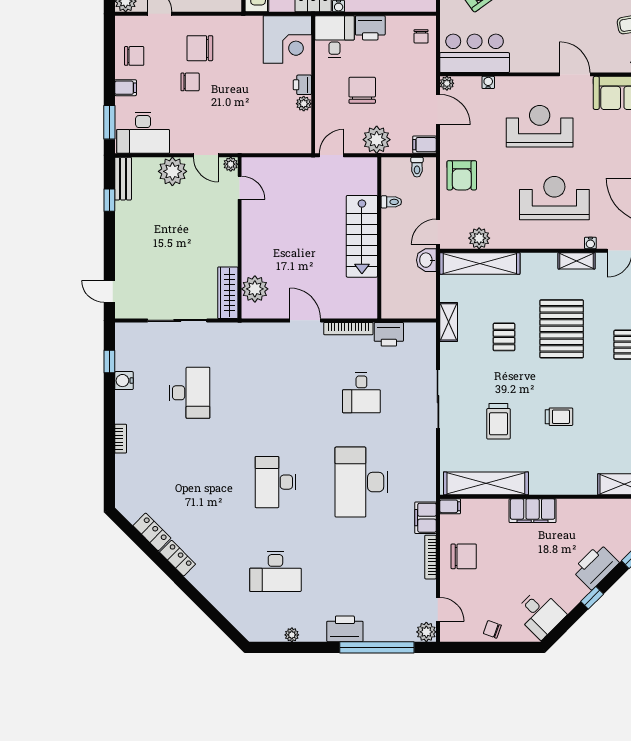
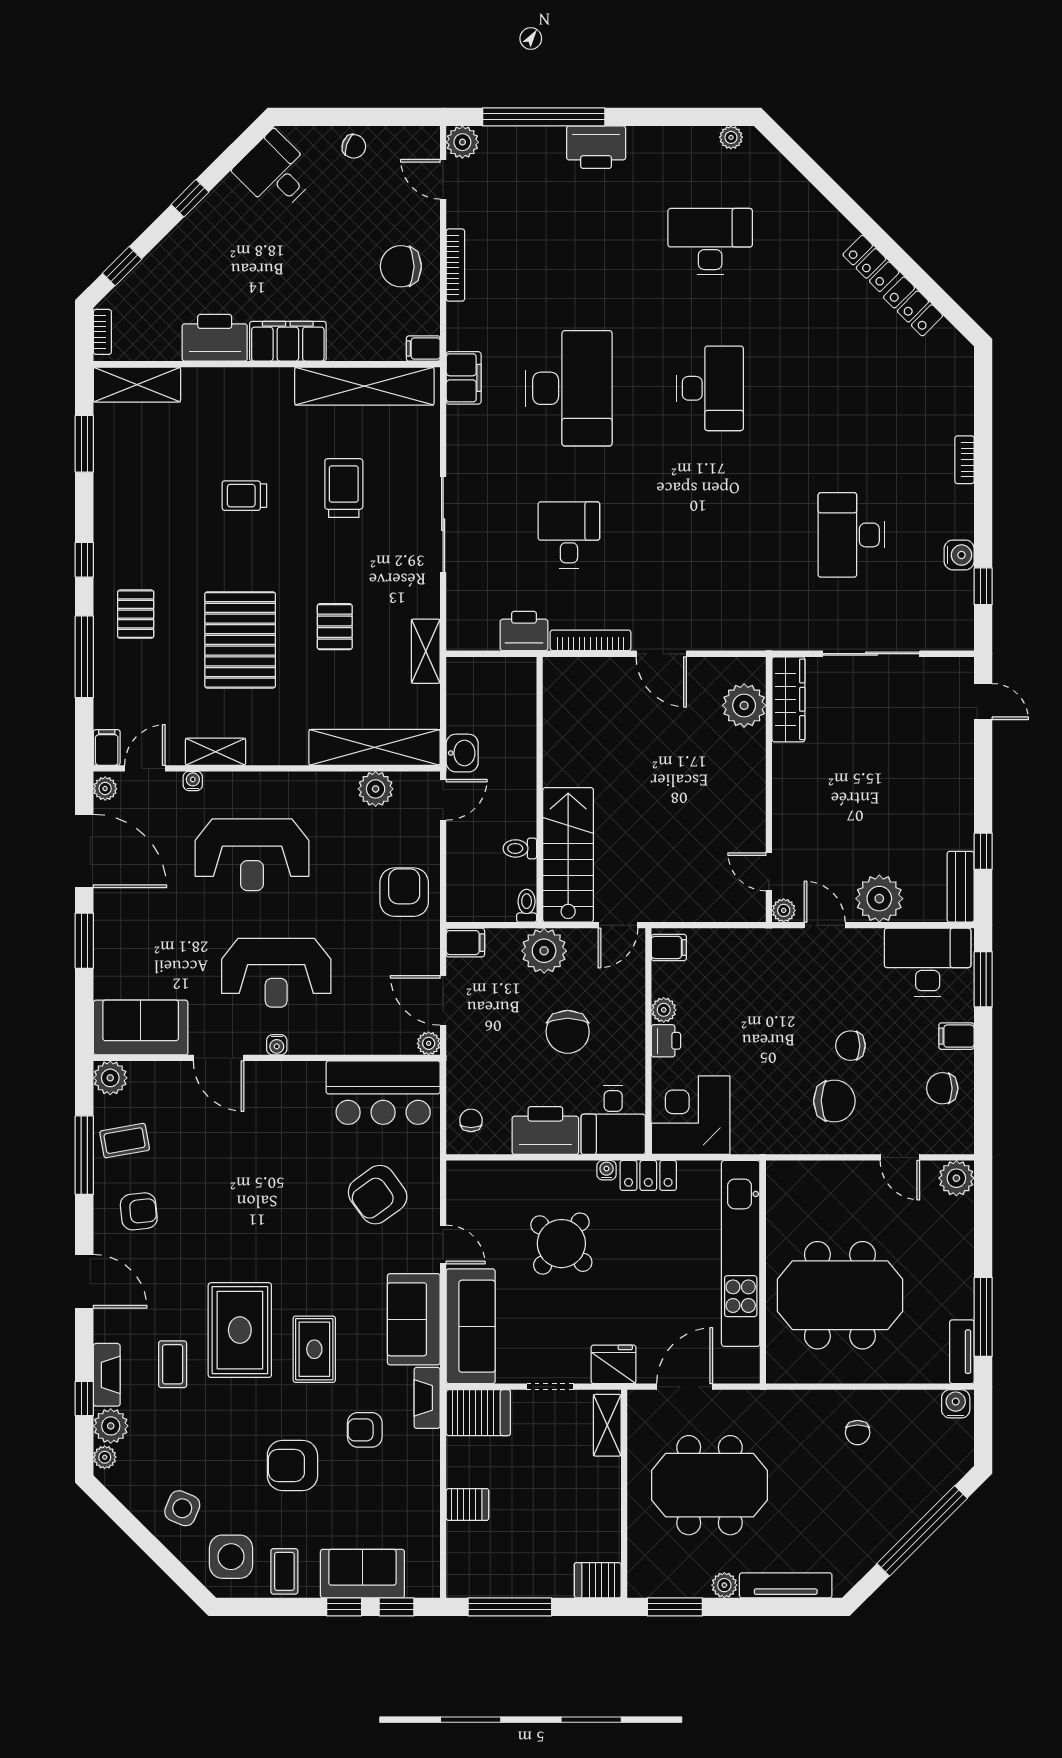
printer: (370, 28) -> (545, 1131), width x1.37, depth x1.19
water cooler: (488, 82) -> (277, 1045), moved
filing cabinet: (301, 142) -> (669, 947), added
toilet: (417, 167) -> (527, 906), moved
stairs: (362, 236) -> (568, 855), moved
filing cabinet: (426, 518) -> (464, 378), moved
printer: (596, 566) -> (215, 338), moved, turned -135
plant: (292, 635) -> (731, 137), moved

